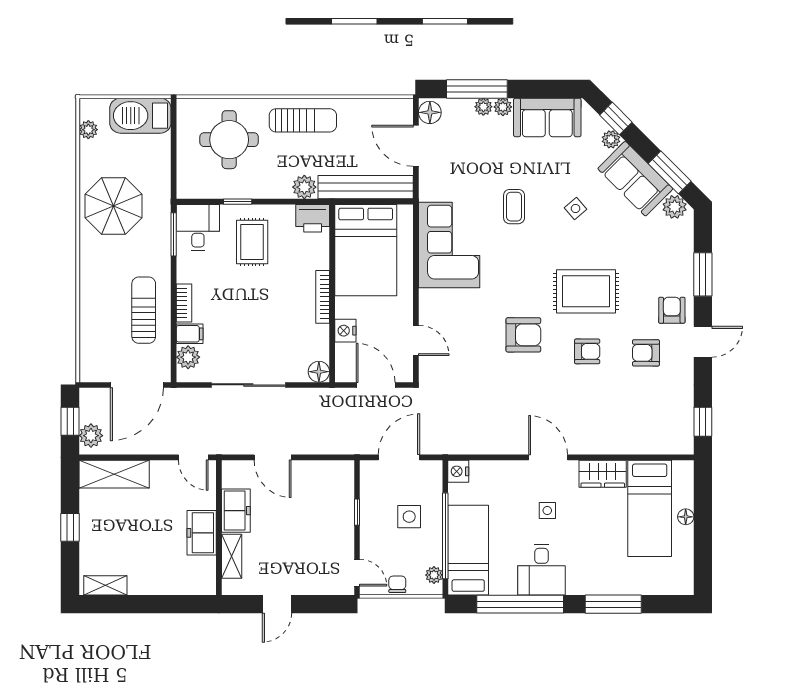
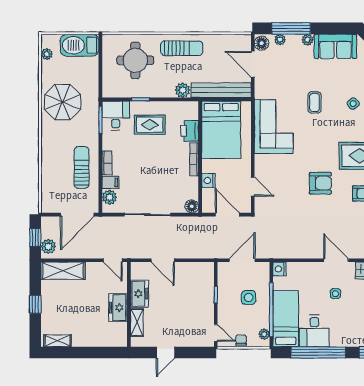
plant: (483, 107) -> (280, 40), moved
printer: (313, 218) -> (190, 131), moved, turned 90
rug: (252, 242) -> (150, 125), turned 90
desk: (541, 570) -> (314, 331), moved

